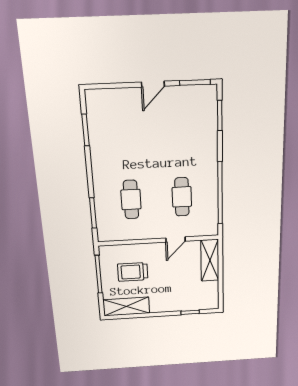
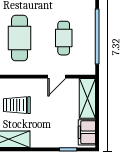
cafe table: (131, 200) -> (20, 38), width x1.37, depth x1.35
filing cabinet: (210, 294) -> (87, 132), added

